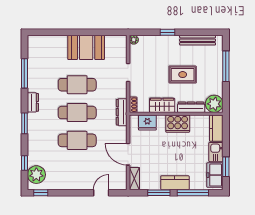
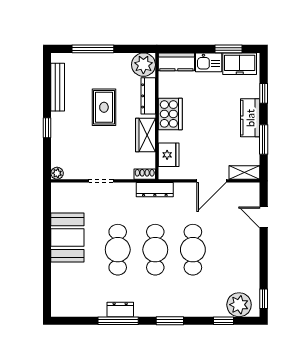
window: (24, 73) -> (118, 321), moved
dresser: (33, 102) -> (120, 309), moved
window: (193, 193) -> (264, 93), width x0.46

